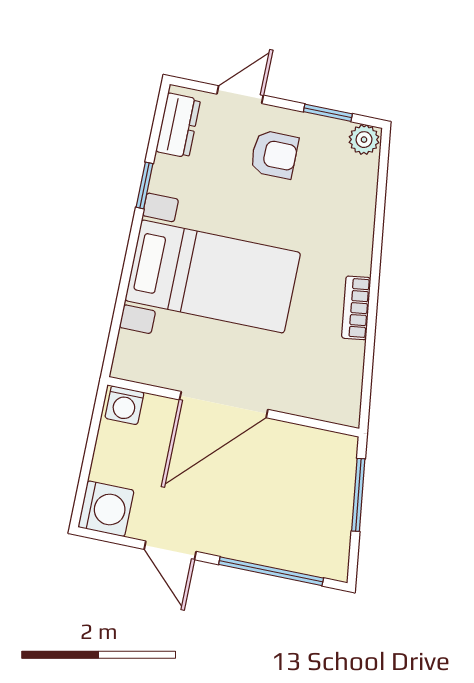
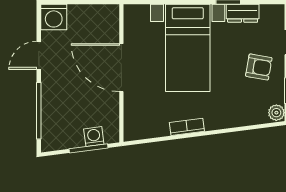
dresser: (178, 125) -> (243, 13), moved
armchair: (274, 154) -> (259, 67), turned -80
washing machine: (124, 405) -> (94, 137), moved, turned 83

